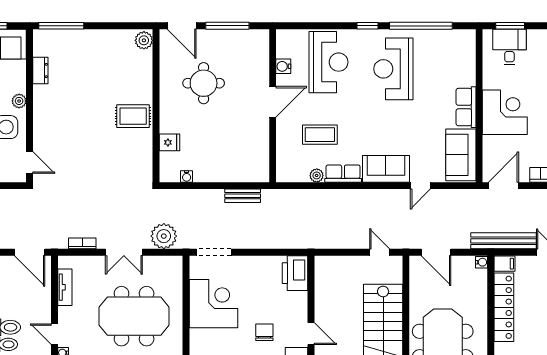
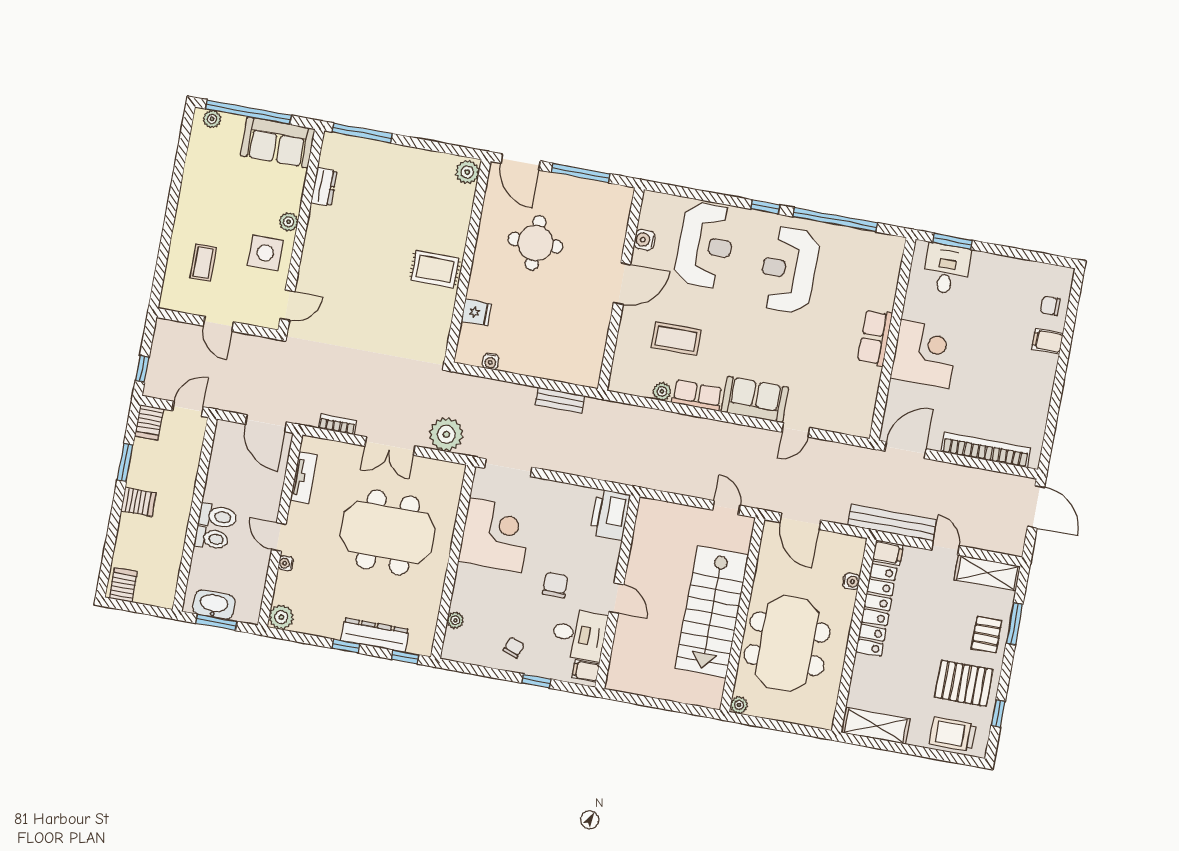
sofa: (461, 155) -> (857, 399), removed
door: (30, 163) -> (287, 305), hinge flipped
water cooler: (482, 262) -> (851, 581), moved

